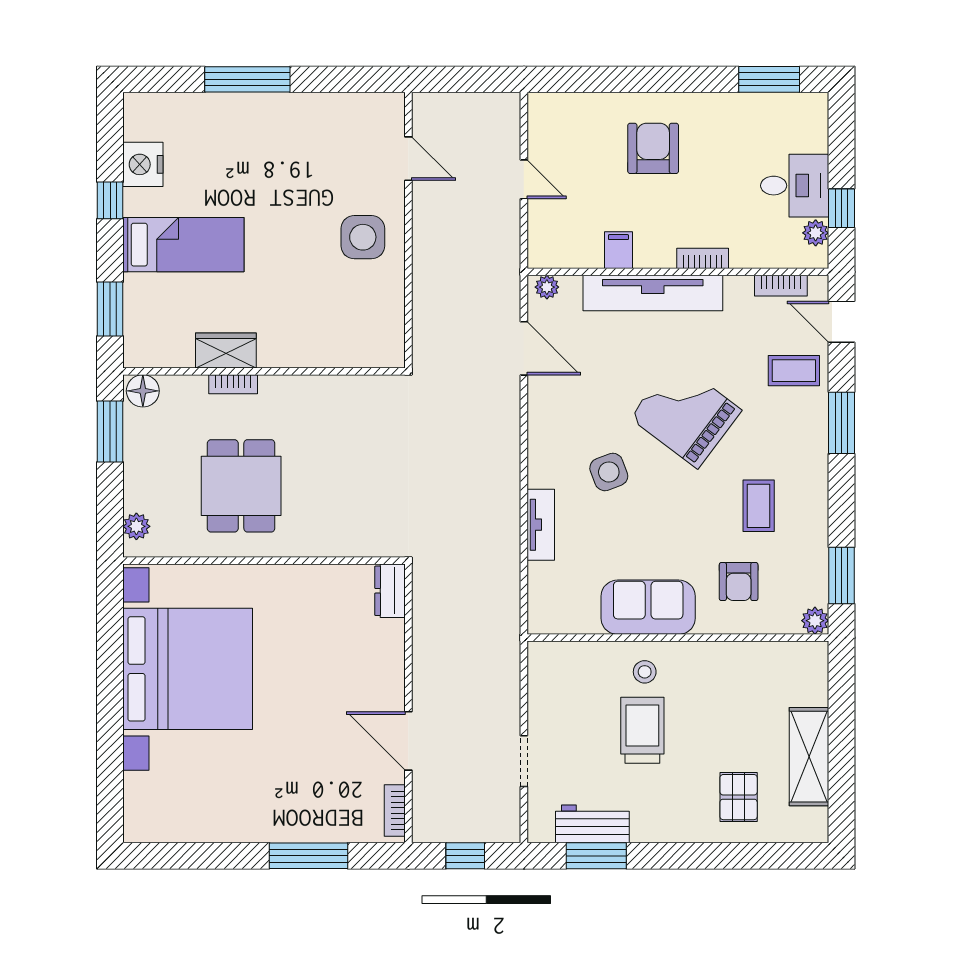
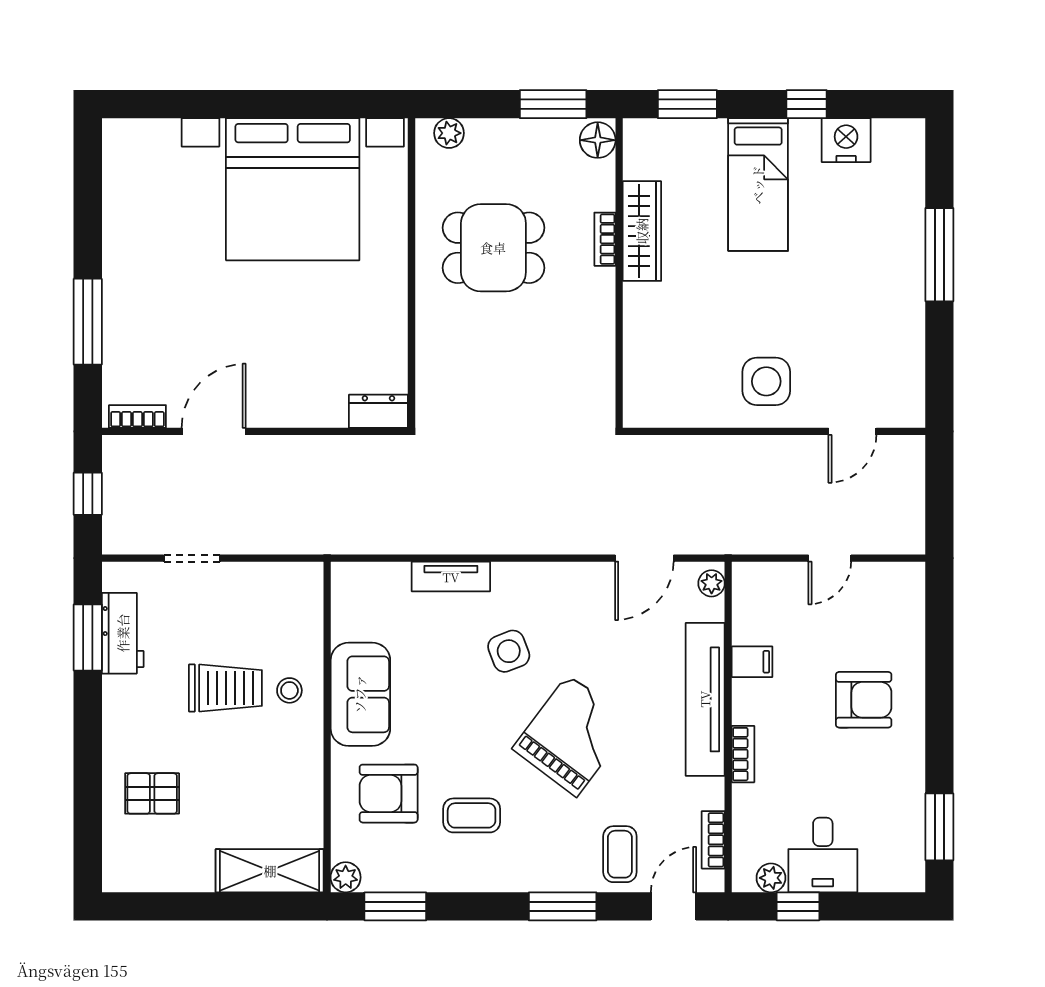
wardrobe: (226, 351) -> (642, 231), width x1.50
armchair: (739, 582) -> (389, 794), width x1.38, depth x1.38
shelving: (809, 757) -> (270, 871), moved

